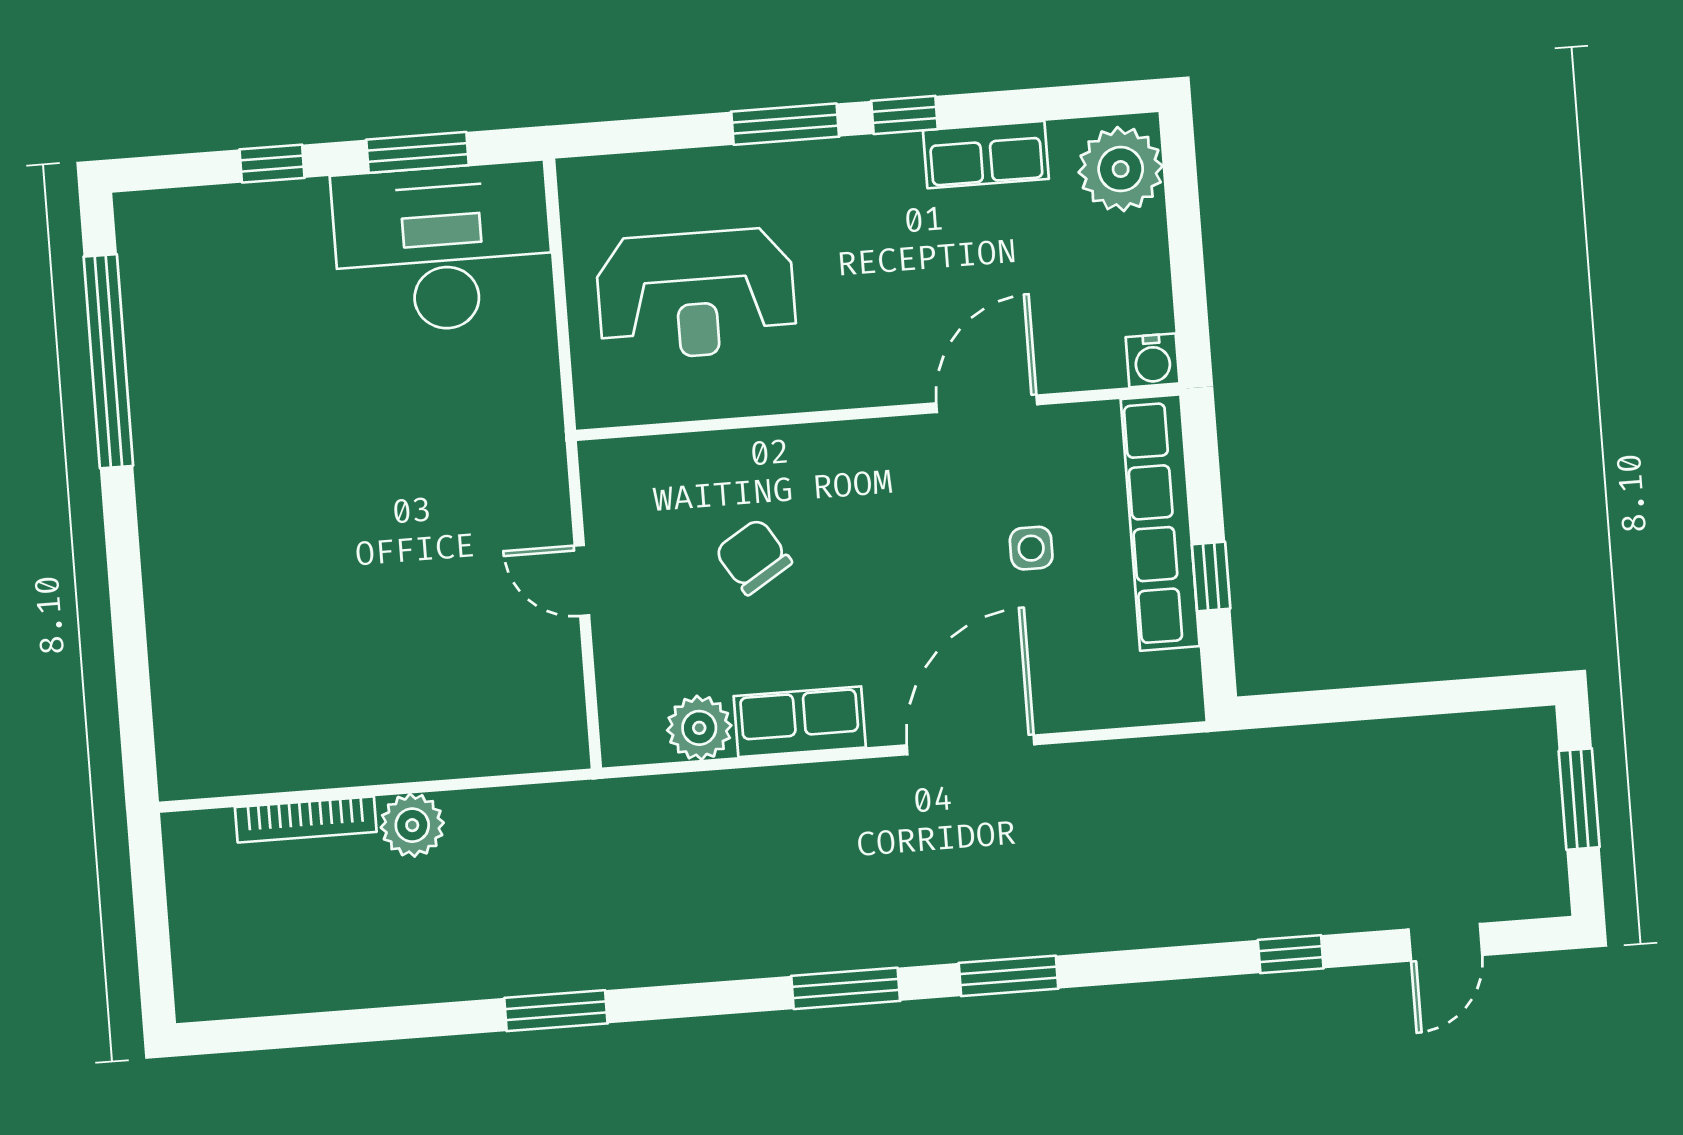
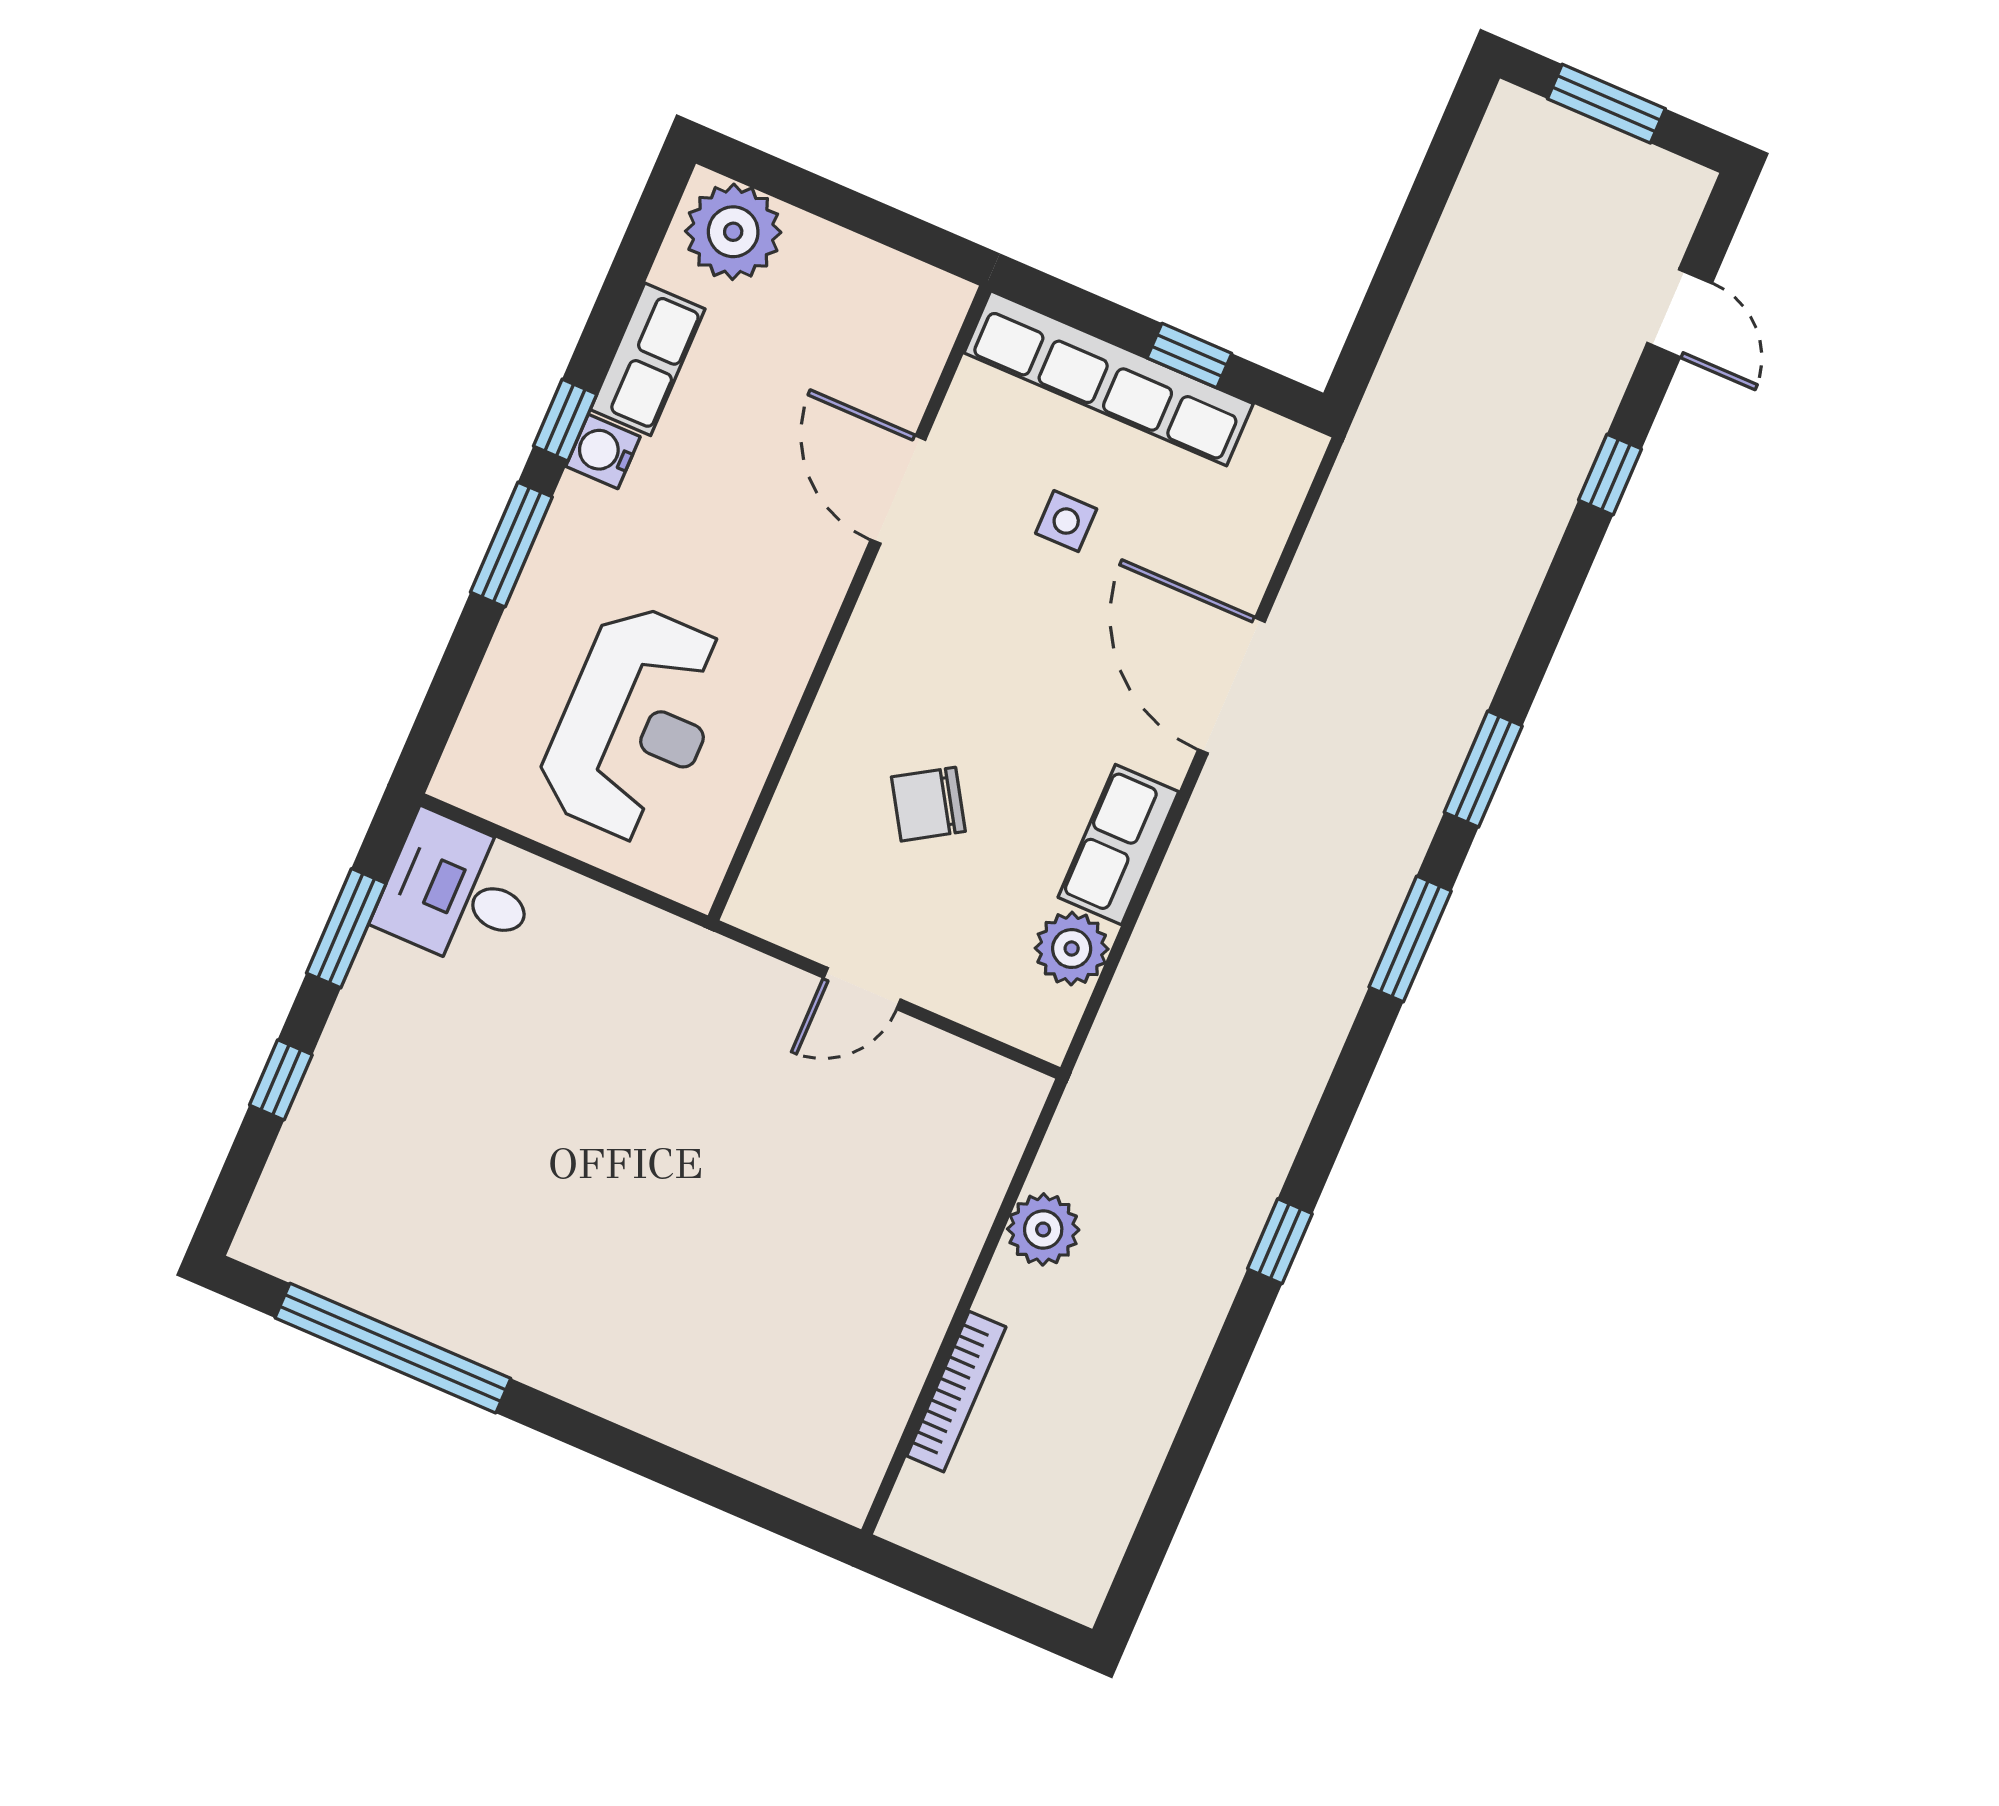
desk: (443, 248) -> (458, 892), width x0.53, depth x0.77
water cooler: (1153, 360) -> (603, 452), moved, turned 180
plant: (412, 825) -> (1043, 1229), moved
window: (556, 1011) -> (1280, 1241), width x0.67

